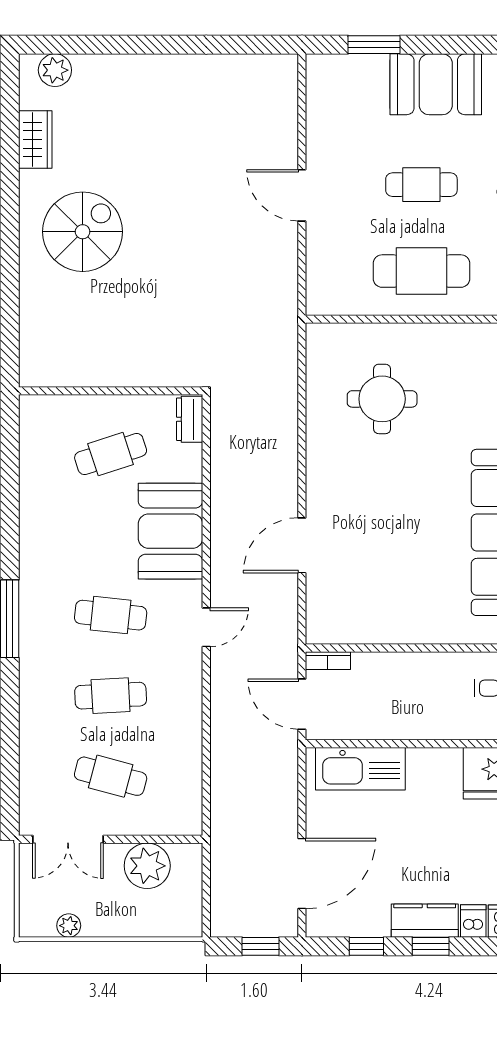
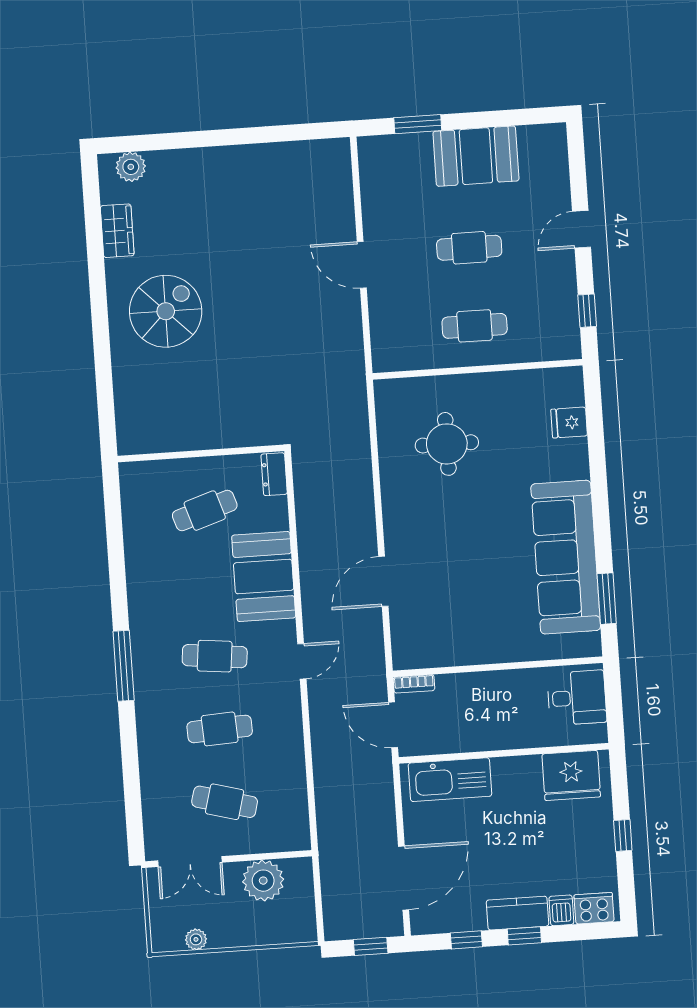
cafe table: (421, 271) -> (475, 326), width x0.73, depth x0.74

